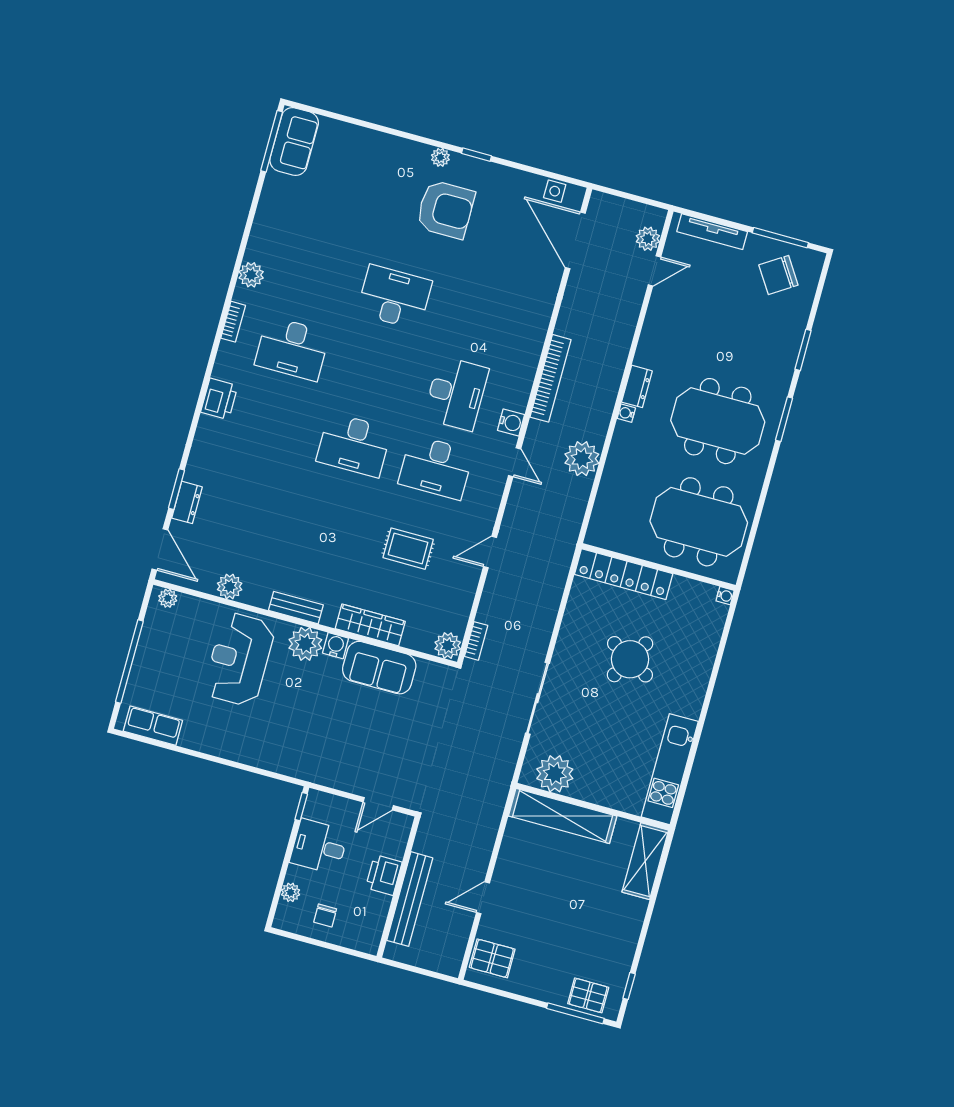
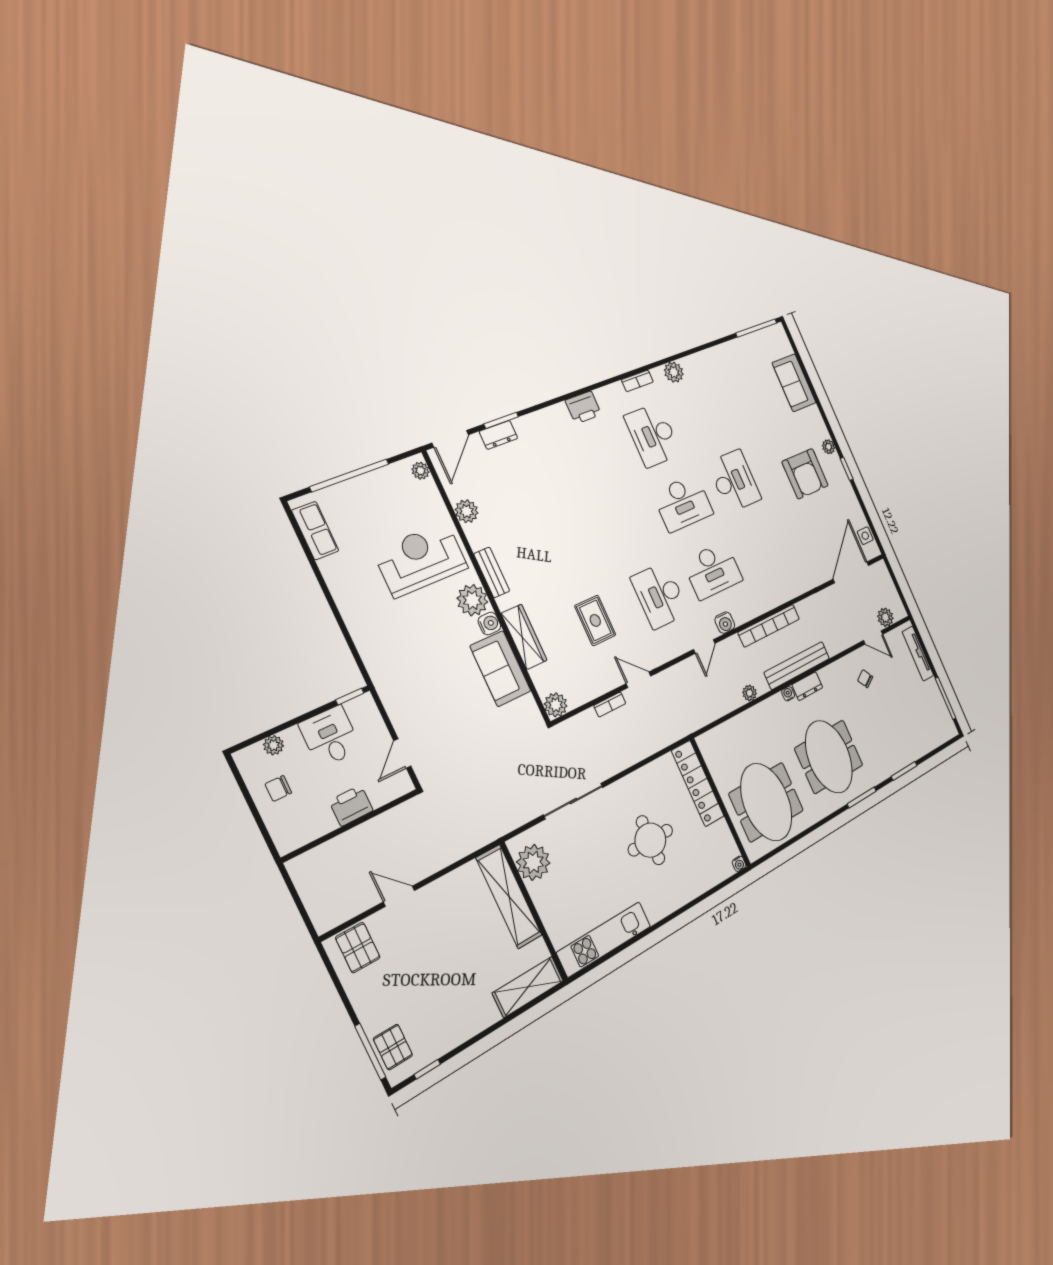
sofa: (294, 142) -> (794, 383), moved, turned 90
chair: (778, 275) -> (865, 679), moved, width x0.54, depth x0.54
desk: (354, 445) -> (683, 503), moved, turned -90
plant: (582, 459) -> (750, 693), width x0.53, depth x0.53
bookcase: (476, 641) -> (610, 705), moved
round table: (630, 659) -> (650, 840), turned -30
door: (378, 804) -> (402, 753), hinge flipped
bench: (410, 899) -> (797, 665), moved

